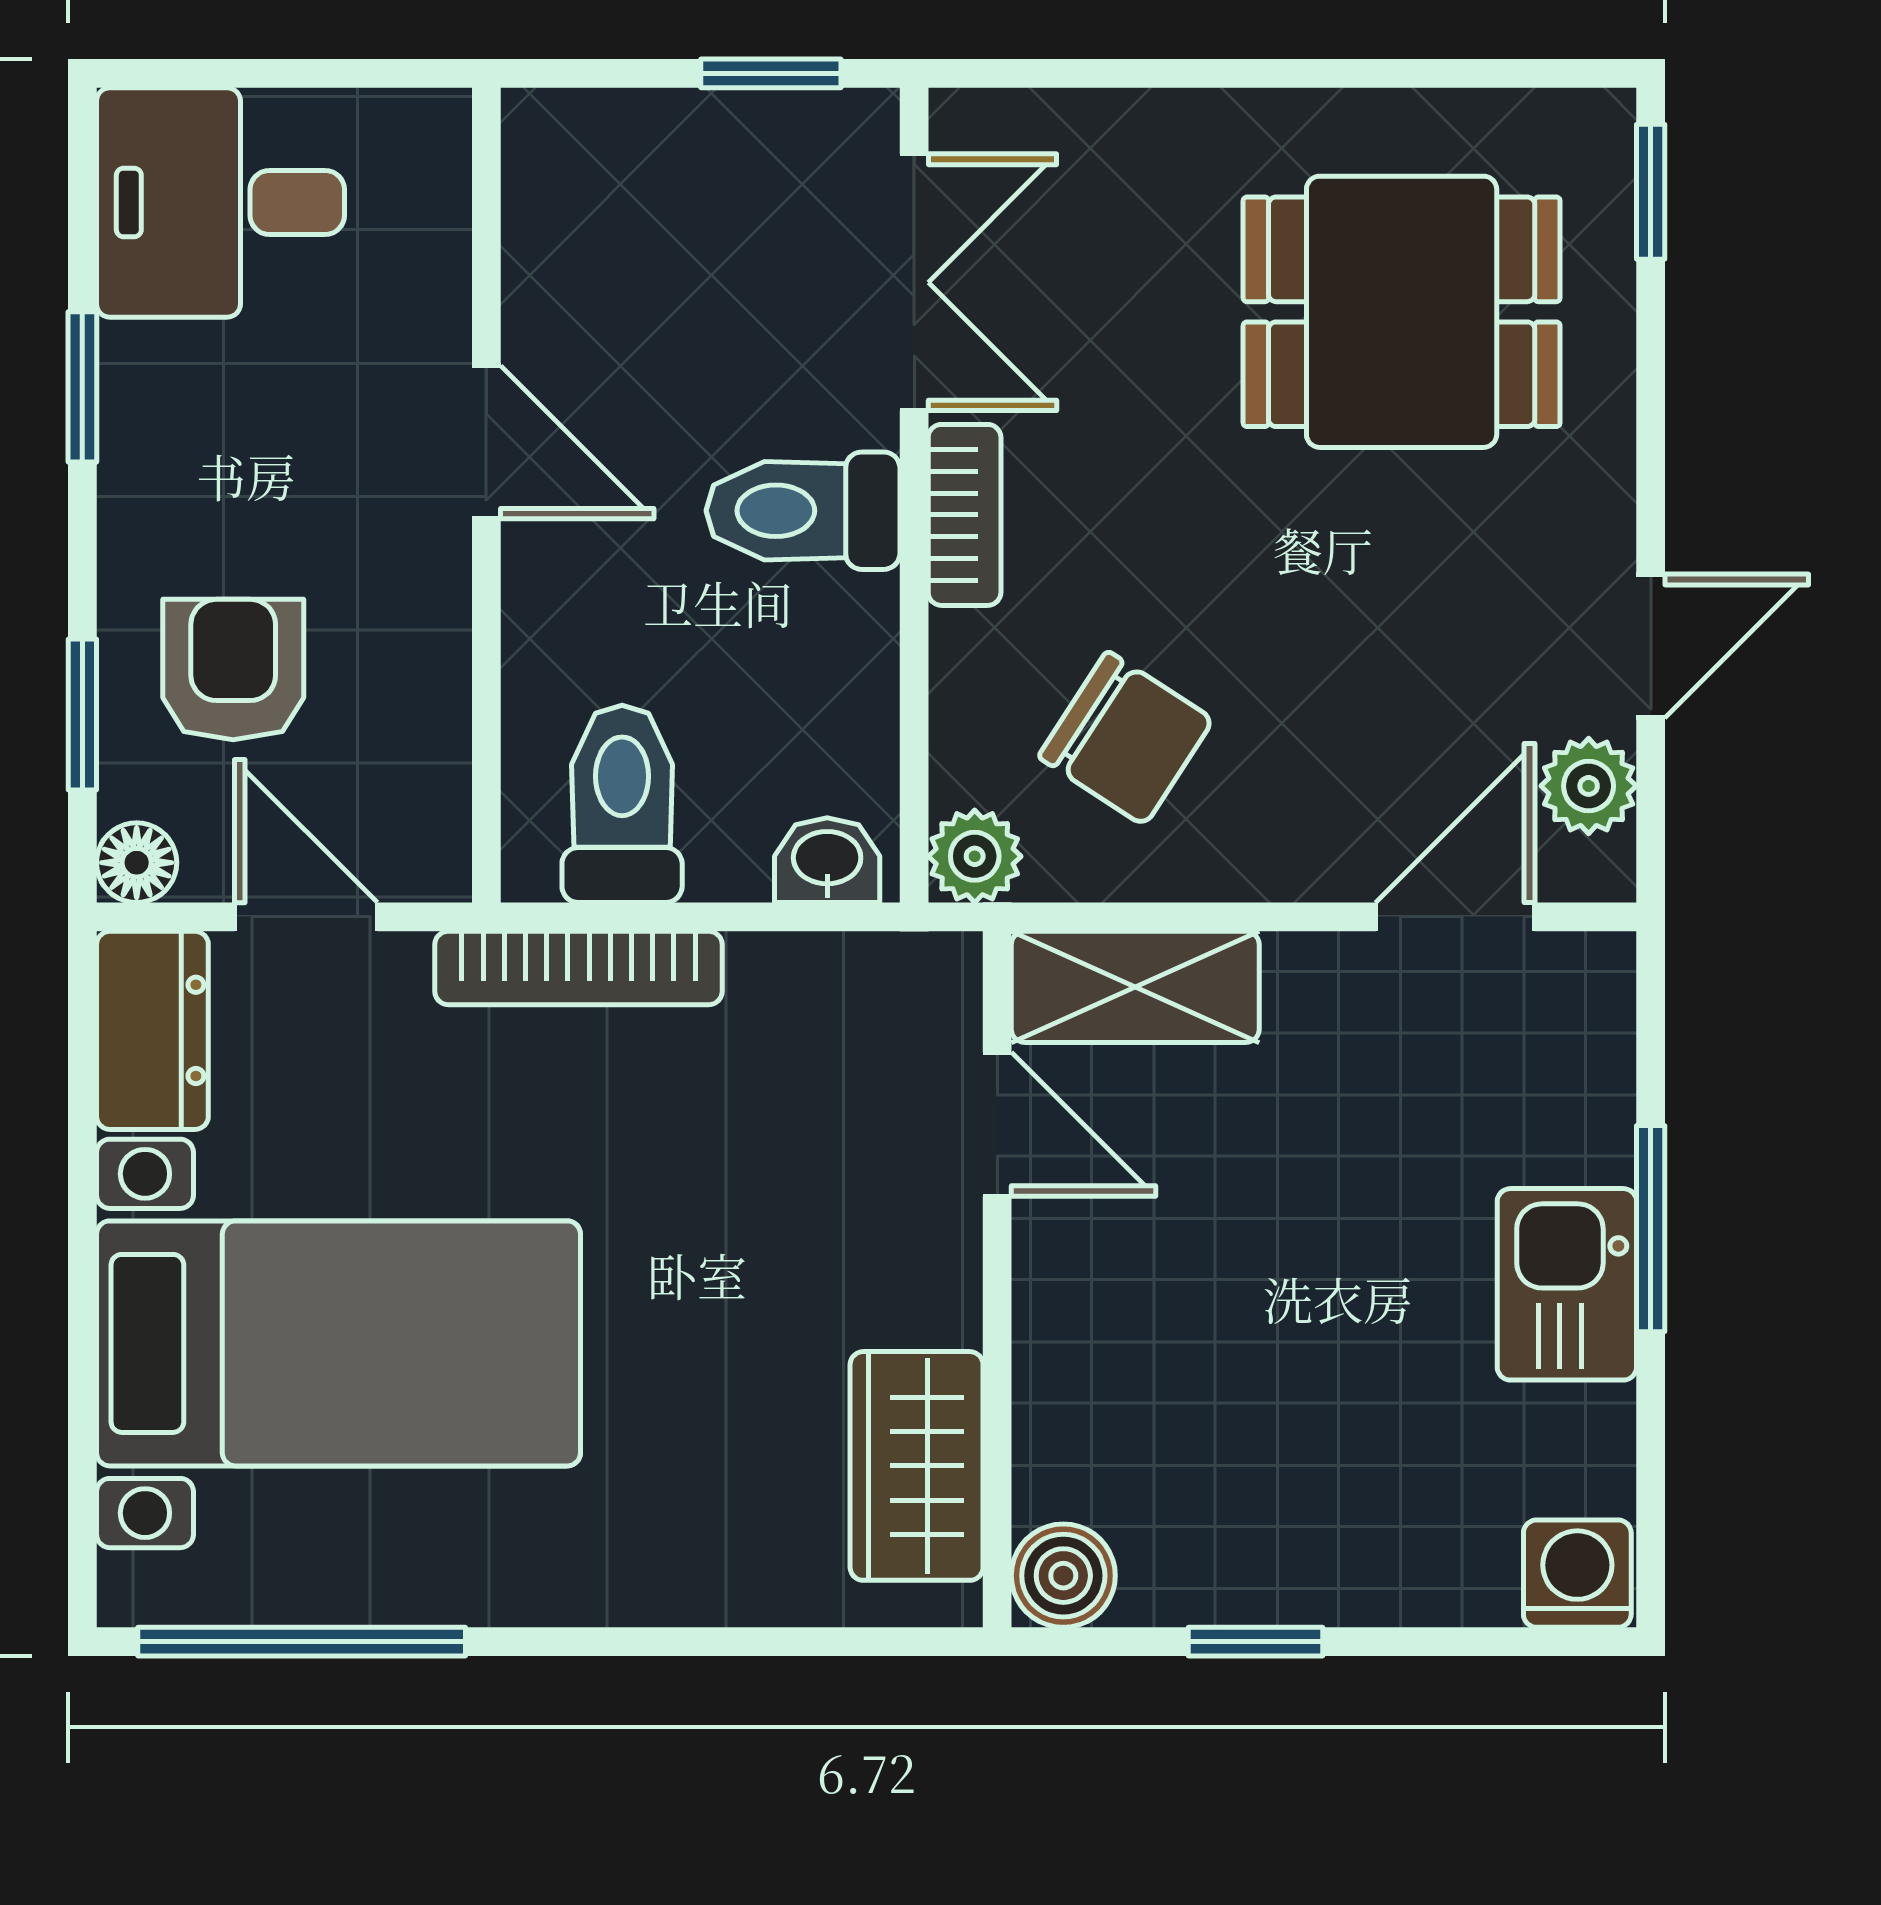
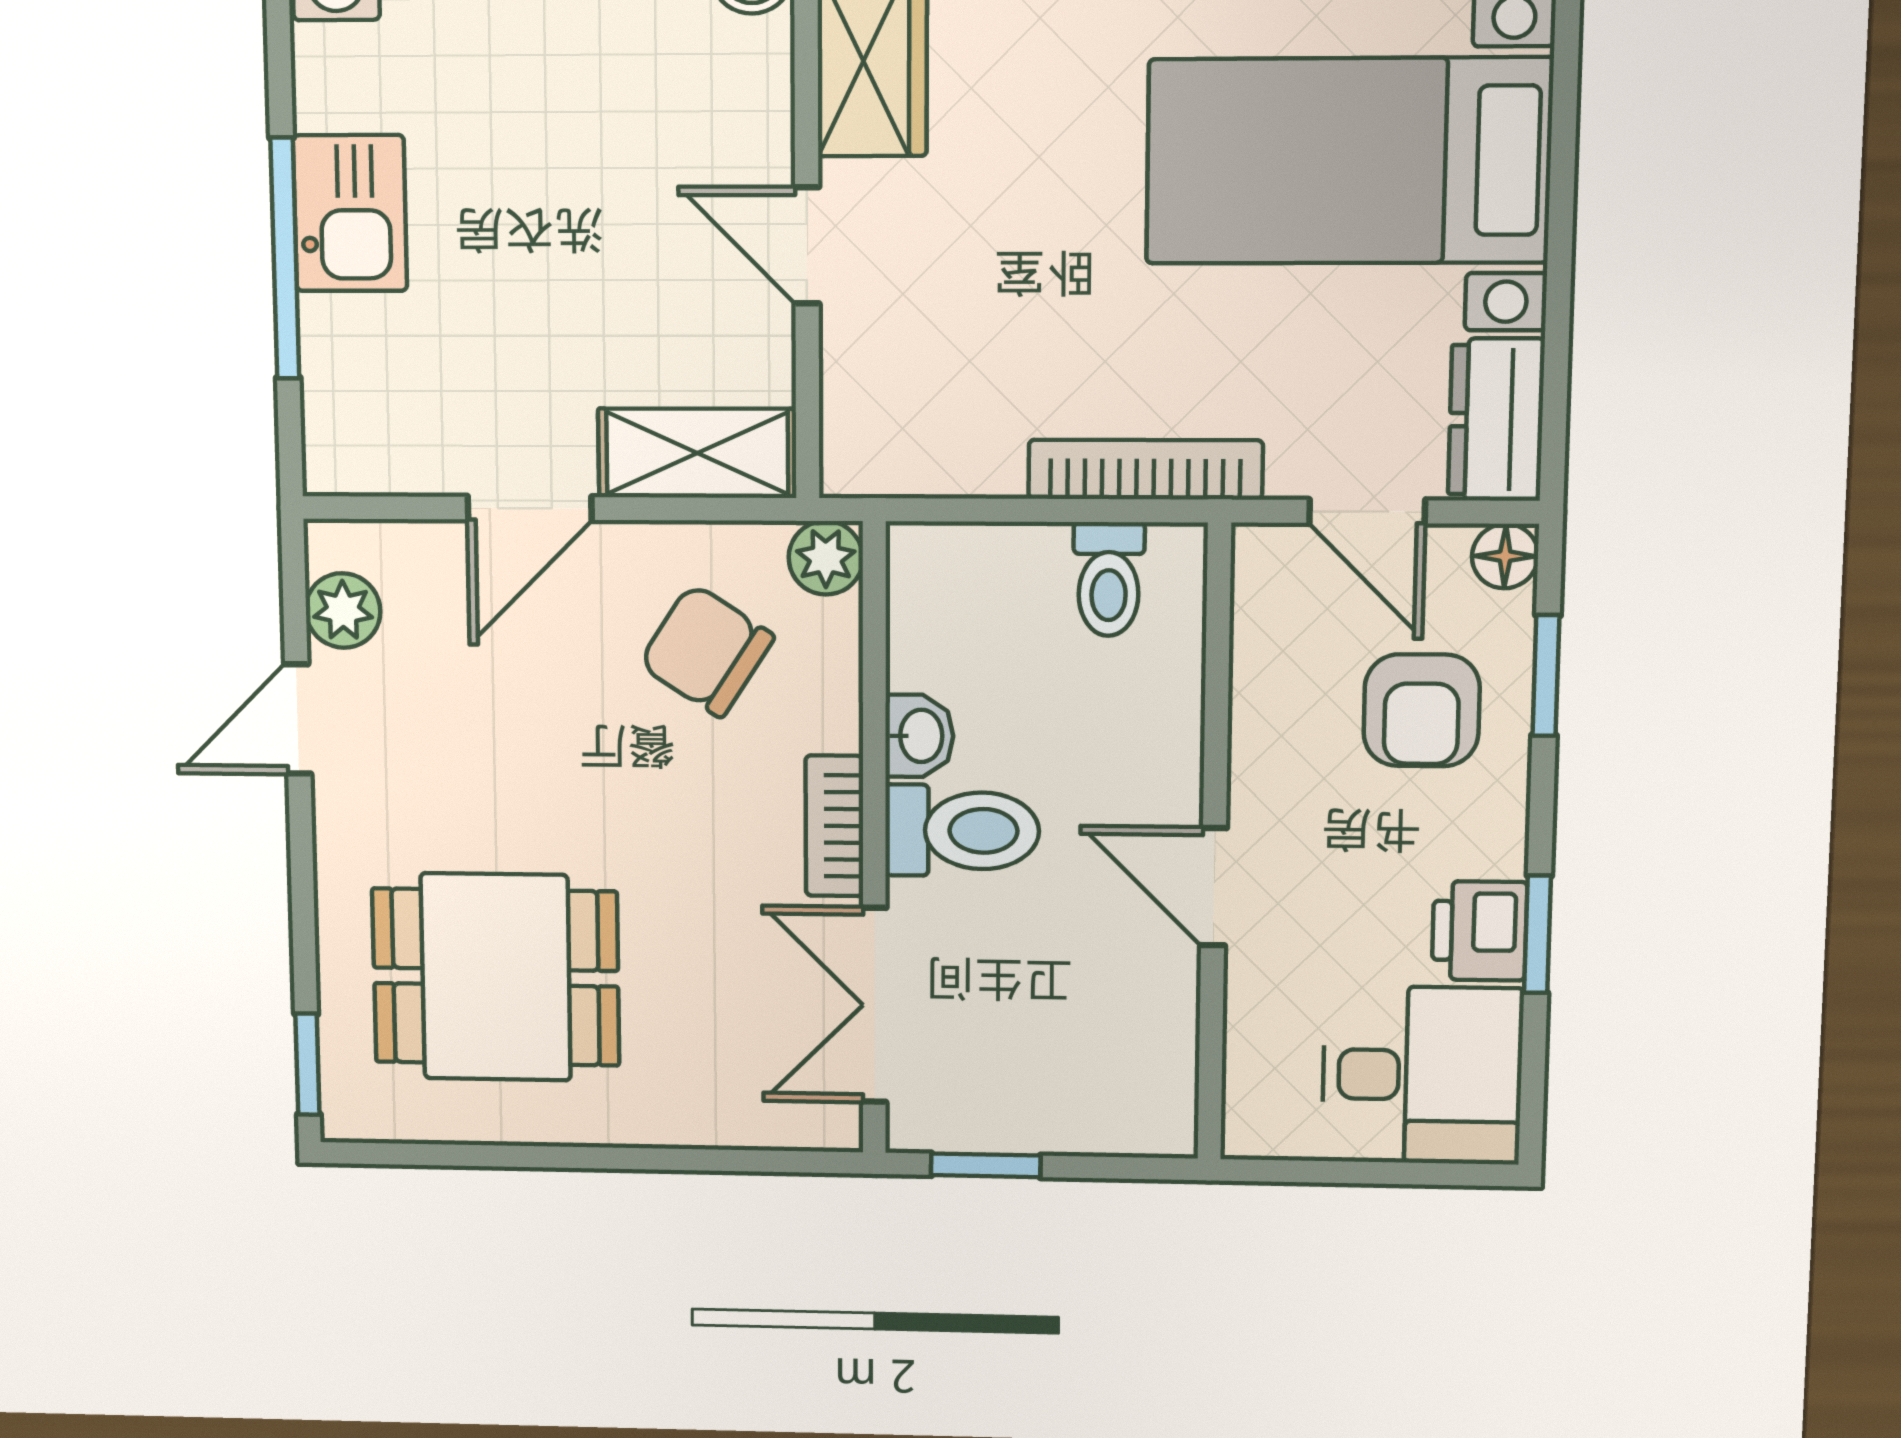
printer: (154, 390) -> (1479, 931), added
toilet: (622, 804) -> (1109, 579), width x0.73, depth x0.72
washbasin: (827, 860) -> (919, 736), moved, turned -90
door: (1455, 917) -> (530, 508), moved
door: (997, 1124) -> (807, 245), moved
window: (1651, 1229) -> (285, 259), width x1.44

